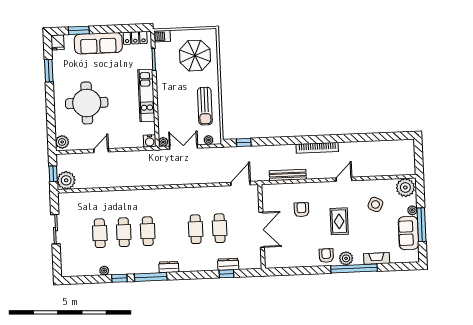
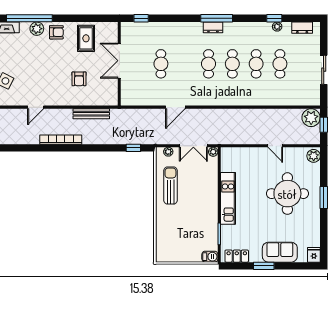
window: (79, 30) -> (264, 266), moved
sofa: (98, 43) -> (280, 252), width x0.73
parasol: (195, 56) -> (178, 236), removed
window: (49, 71) -> (324, 198), moved
water cooler: (150, 141) -> (227, 153), removed
door: (101, 151) -> (275, 146), hinge flipped
door: (240, 184) -> (175, 107), moved
rug: (339, 221) -> (86, 38), moved
cafe table: (196, 229) -> (209, 64), moved
armchair: (326, 256) -> (56, 32), turned -90
dresser: (228, 264) -> (302, 28), moved
window: (227, 274) -> (141, 18), moved
window: (151, 277) -> (217, 18), moved
window: (119, 278) -> (274, 18), moved

